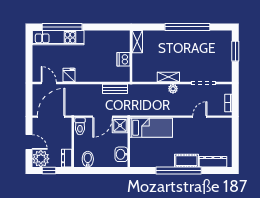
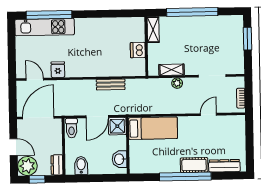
shelving: (137, 42) -> (153, 30), moved
wall: (131, 56) -> (146, 46), moved
dishwasher: (124, 59) -> (138, 50), moved

